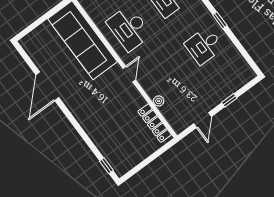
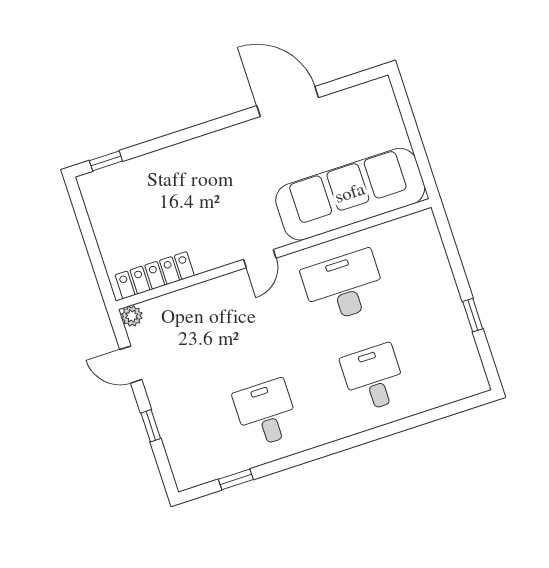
window: (220, 20) -> (236, 479), moved
door: (129, 74) -> (260, 259), hinge flipped
plant: (159, 101) -> (132, 316), moved

